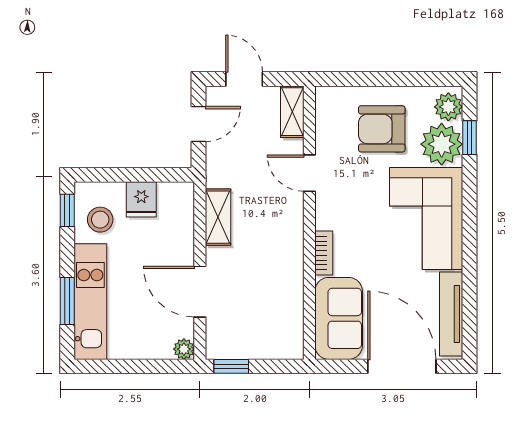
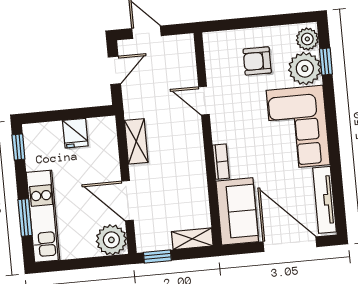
shelving: (292, 112) -> (192, 239), moved, turned 90
armchair: (382, 129) -> (257, 61), width x0.72, depth x0.72
stool: (100, 220) -> (45, 152), removed
plant: (184, 349) -> (111, 240), width x1.88, depth x1.88

